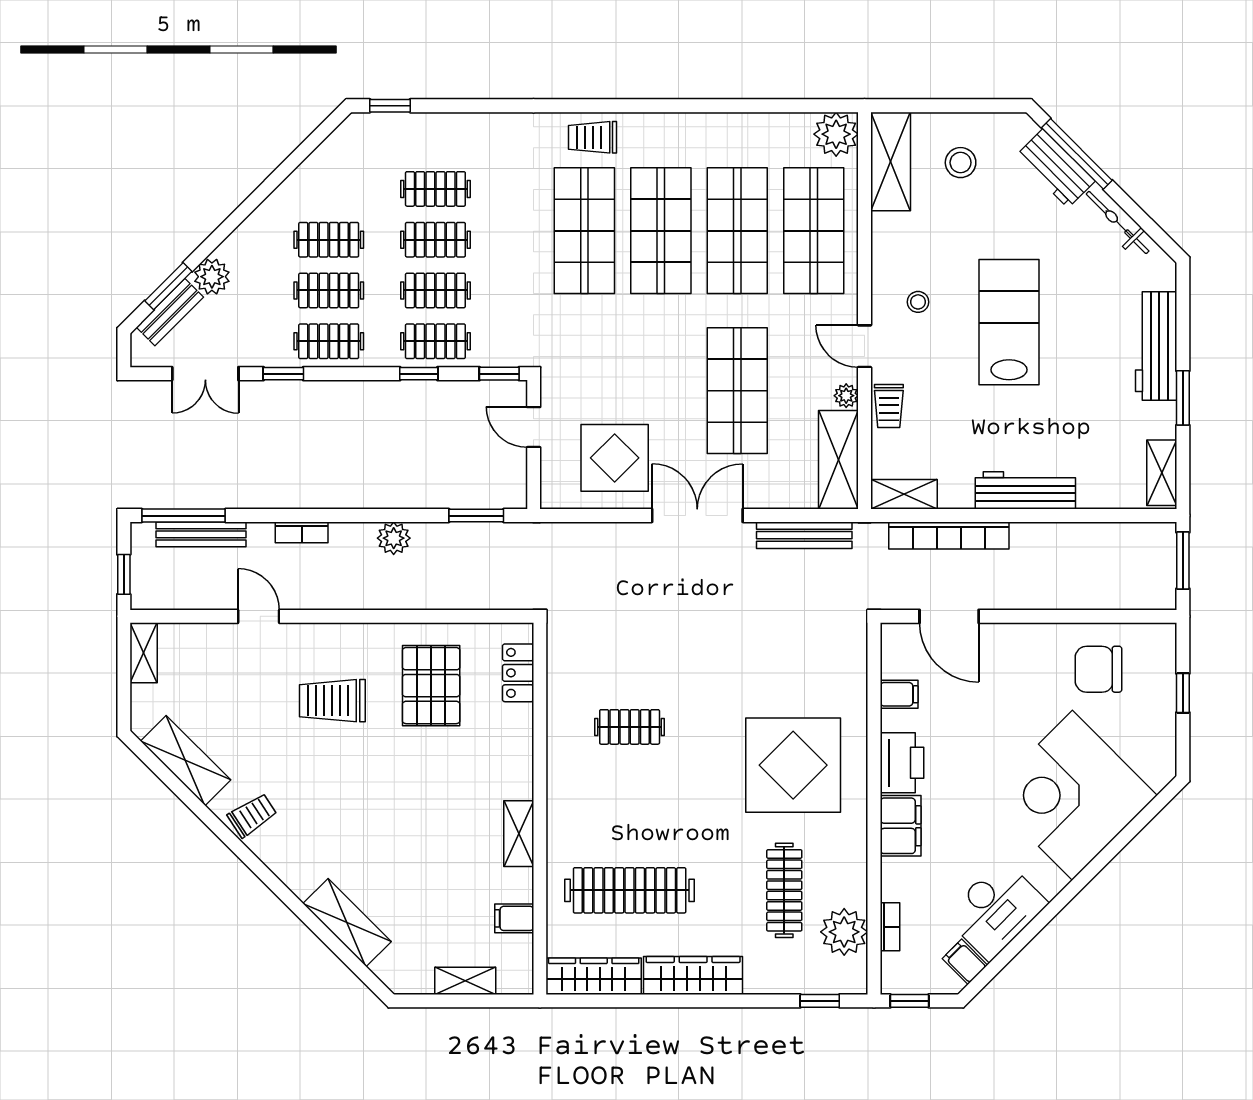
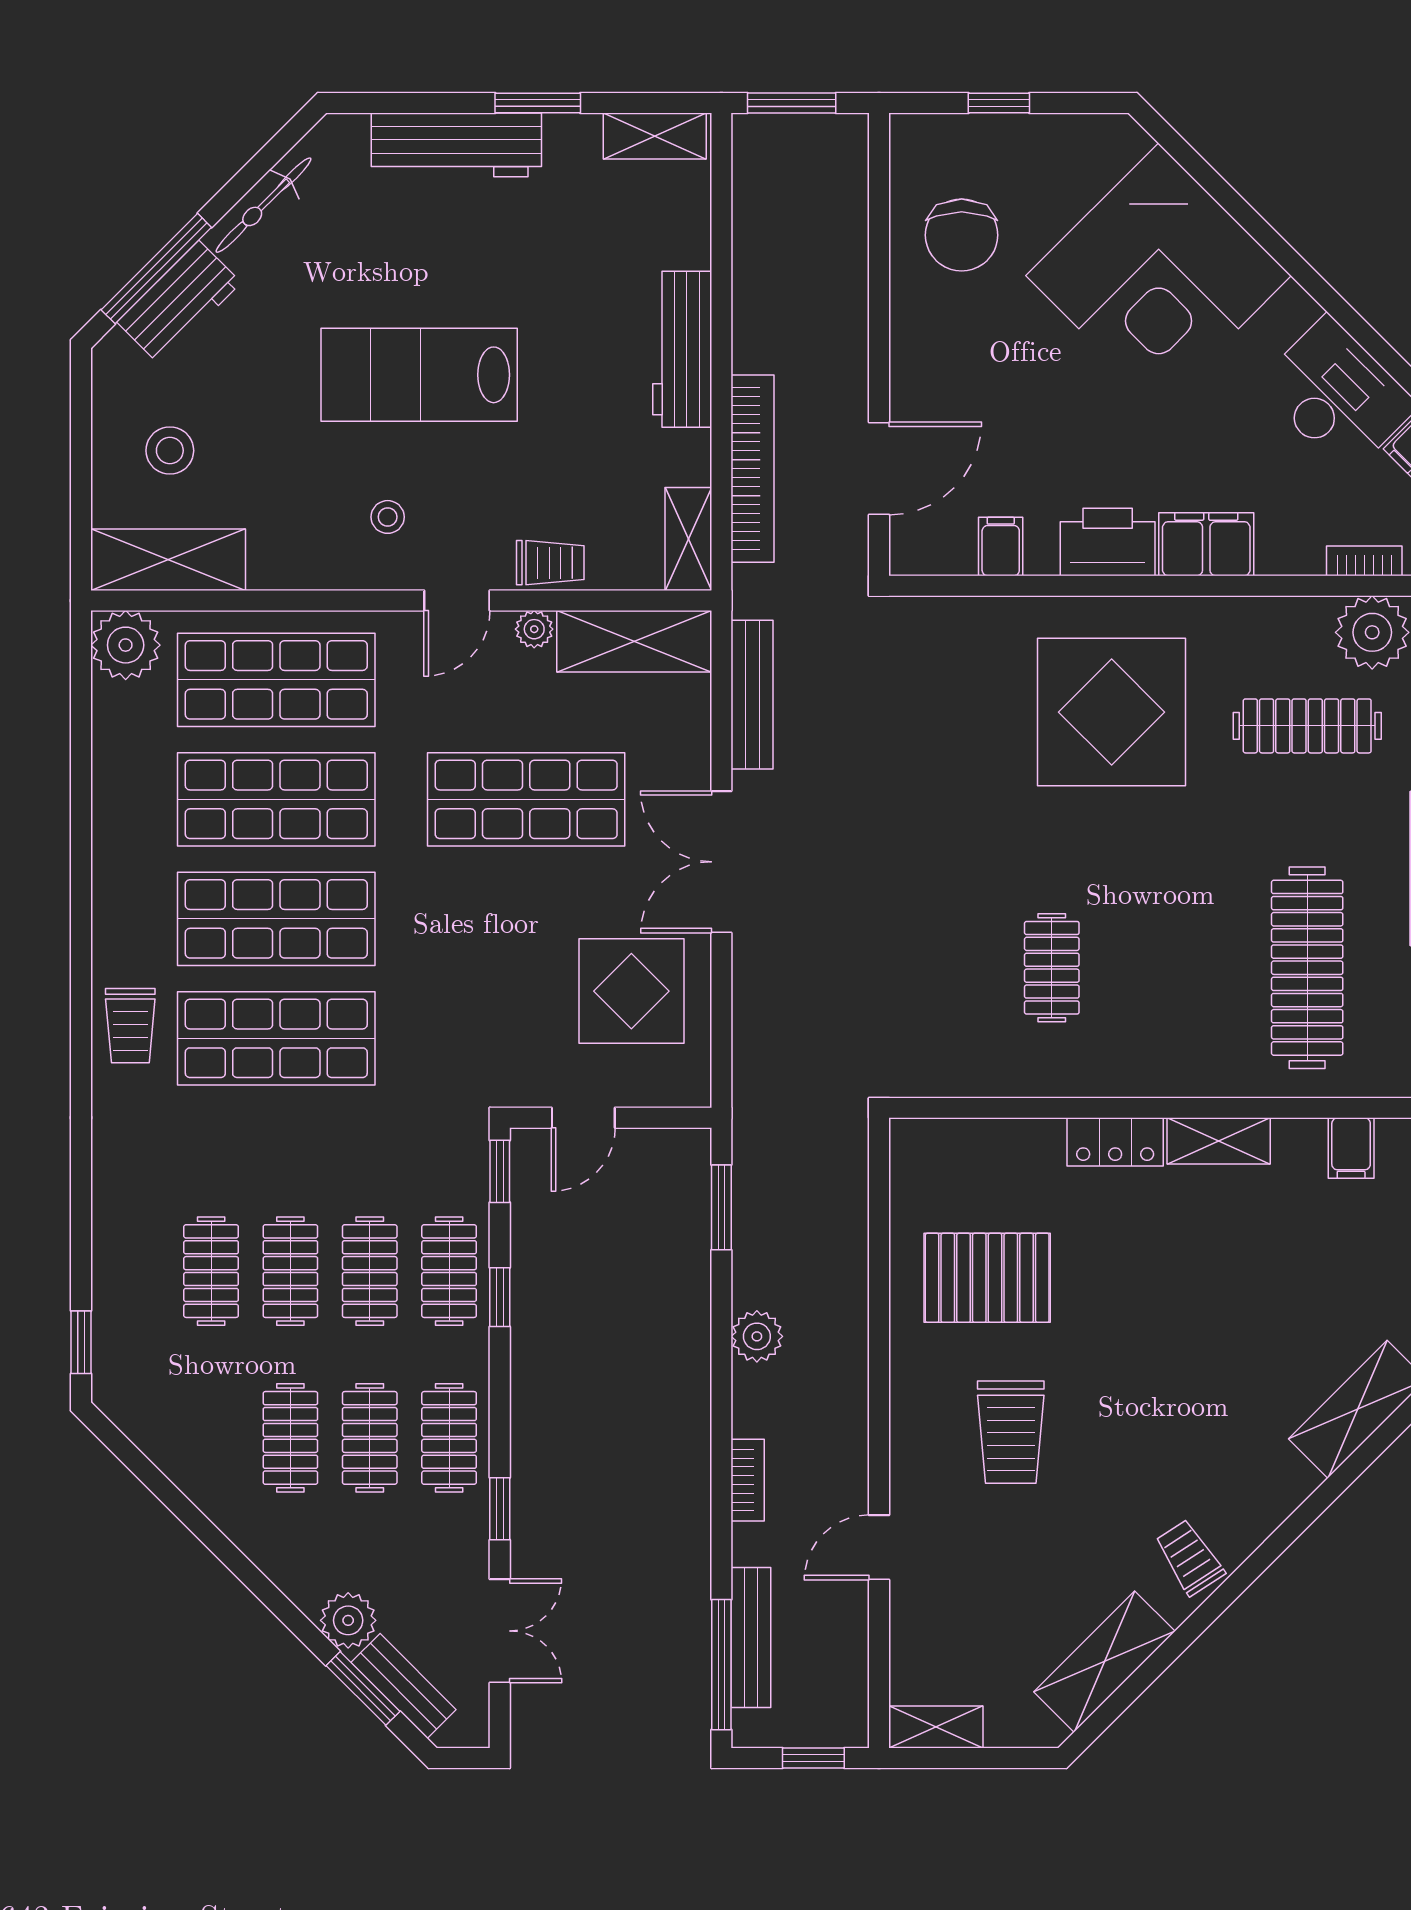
locker: (518, 673) -> (1115, 1142), moved

